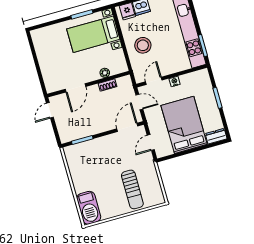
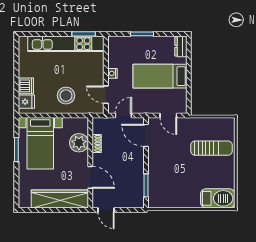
wardrobe: (48, 66) -> (60, 199), added
plant: (105, 73) -> (79, 143), width x1.88, depth x1.88
bed: (184, 125) -> (160, 76), width x0.67

